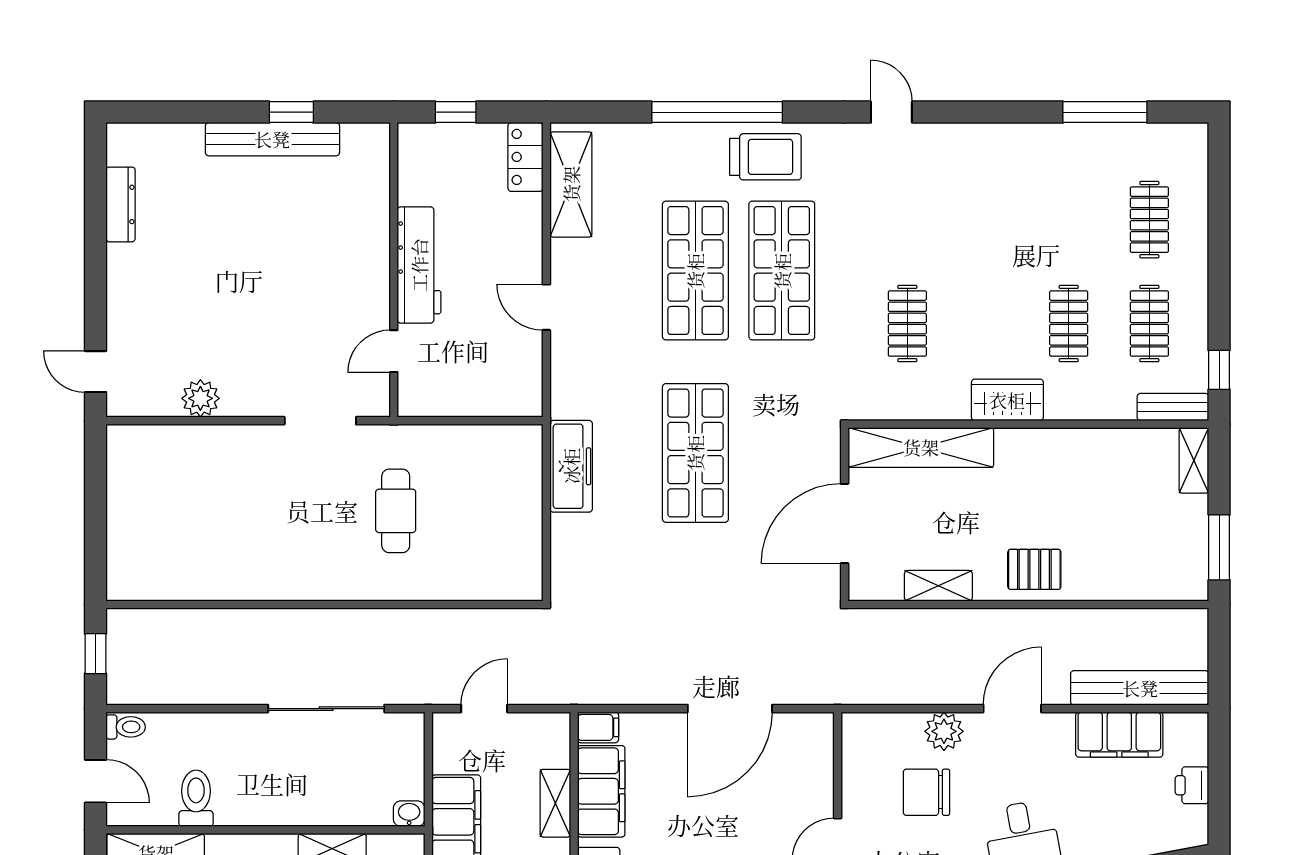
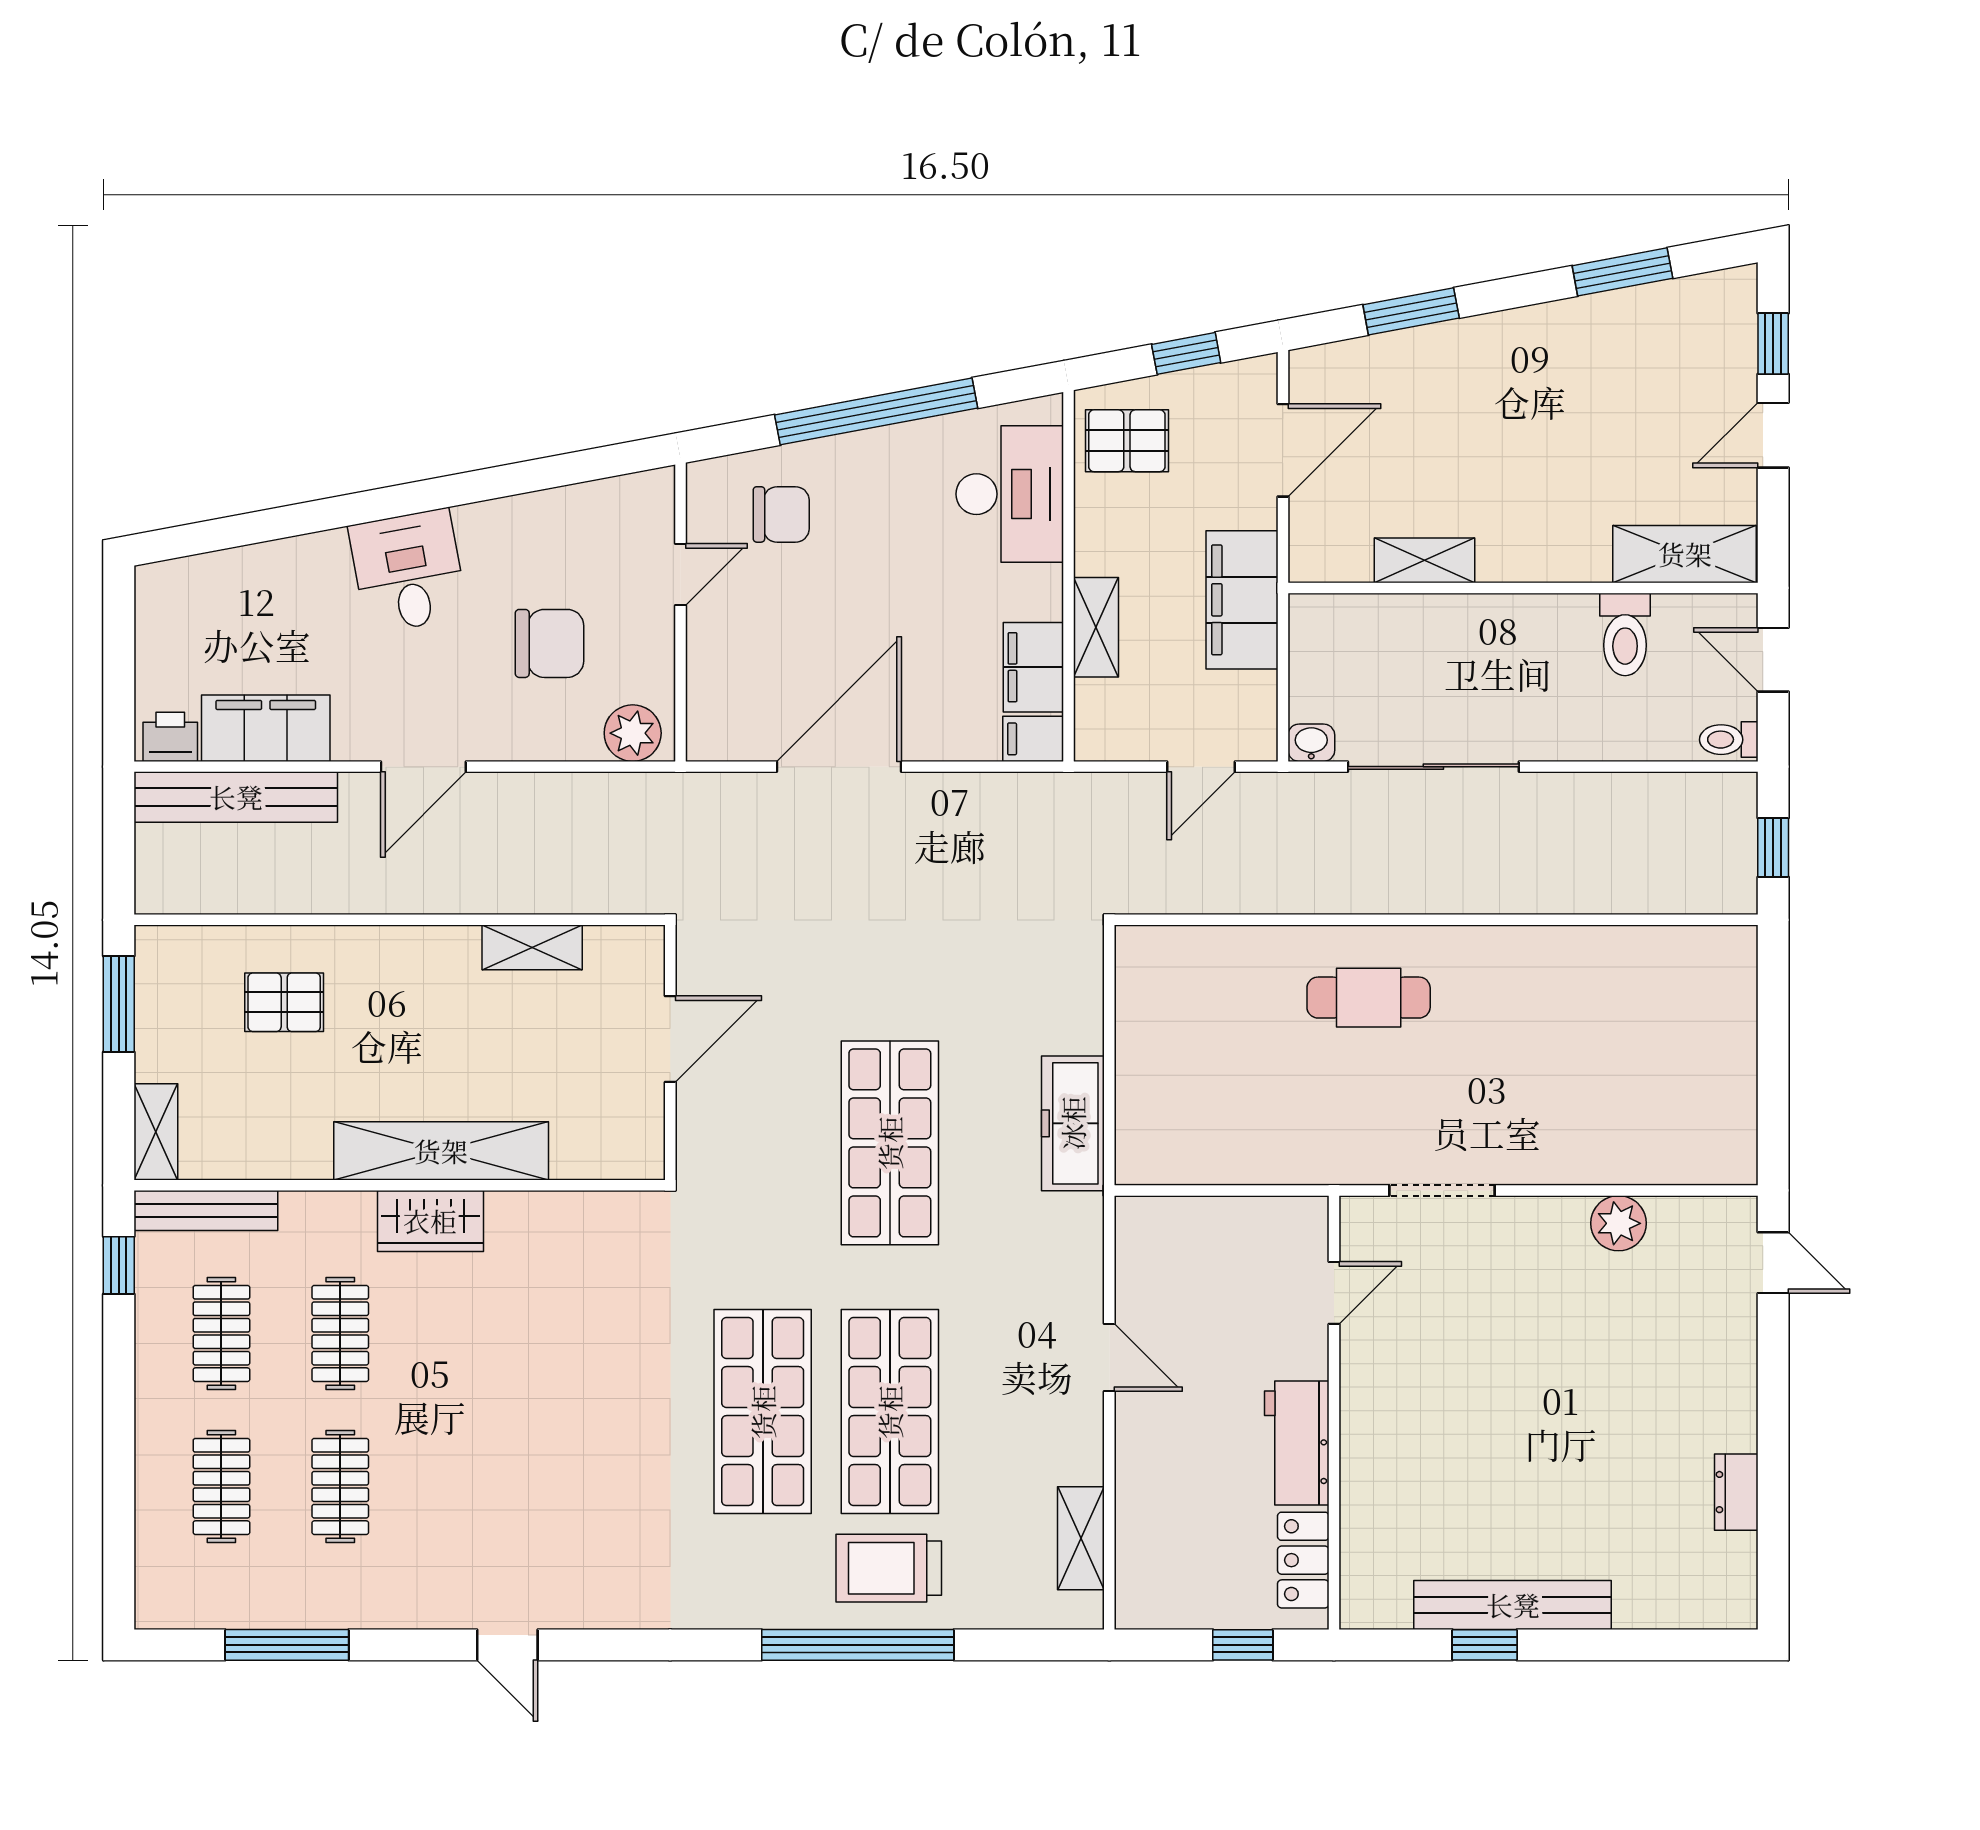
door: (891, 112) -> (507, 1645), moved
locker: (525, 157) -> (1303, 1560), moved, turned 180
trolley: (765, 157) -> (889, 1568), moved
shelving: (571, 184) -> (1081, 1538), width x0.67, depth x0.75
dresser: (121, 204) -> (1736, 1492), width x0.70
workbench: (419, 265) -> (1297, 1443), width x0.73
clothes rail: (907, 324) -> (340, 1486), moved
bench: (1173, 407) -> (206, 1211), width x1.36
shelving: (921, 447) -> (441, 1151), moved
cafe table: (396, 511) -> (1369, 998), moved, turned 90
door: (845, 524) -> (670, 1039), width x0.73
pallet: (1034, 569) -> (284, 1002), moved
plant: (944, 731) -> (633, 733), moved
printer: (1192, 785) -> (170, 737), moved, turned -90
filing cabinet: (601, 791) -> (1033, 667), width x0.67, depth x0.86
washbasin: (409, 814) -> (1311, 743), moved, turned 180

